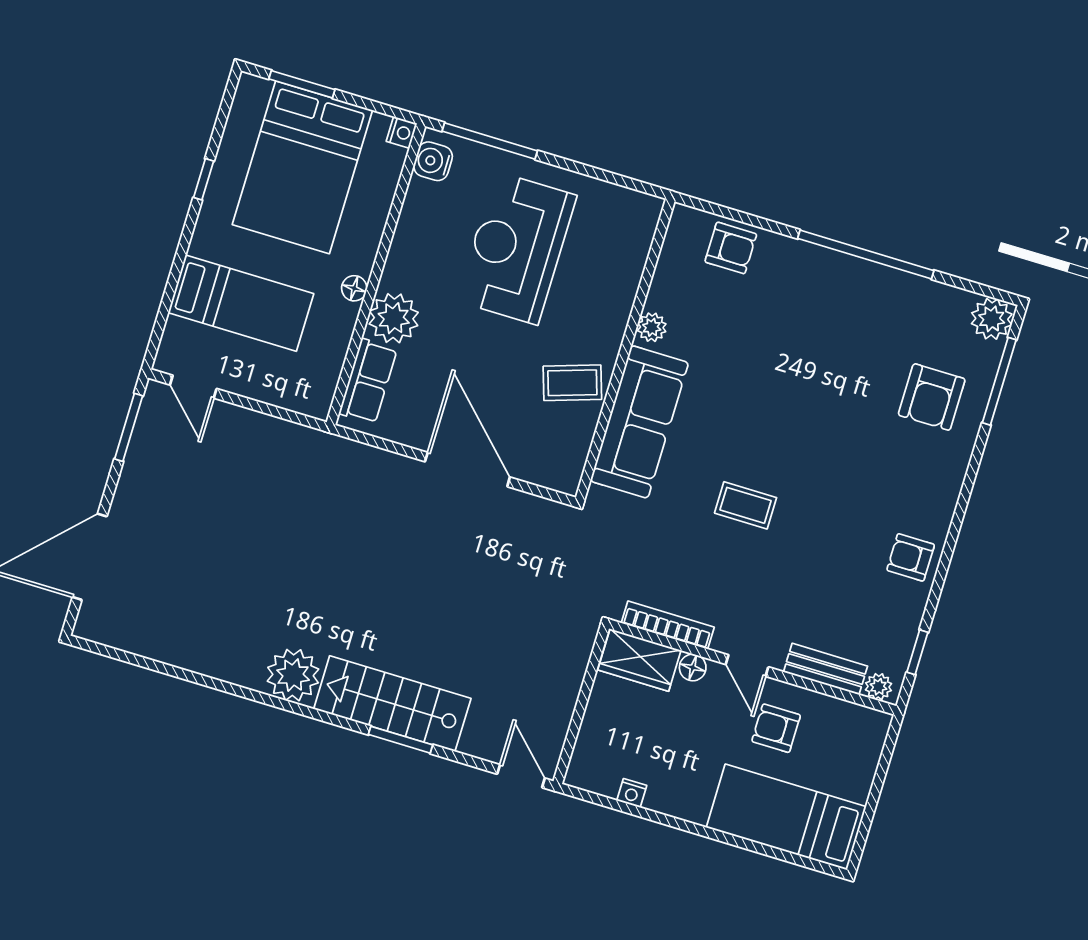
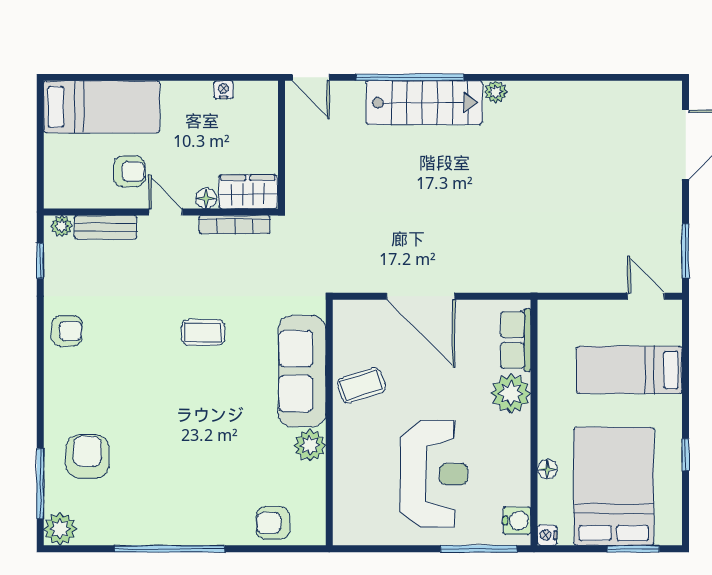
floor lamp: (354, 288) -> (547, 469), moved
plant: (652, 327) -> (310, 445), width x1.38, depth x1.38
plant: (293, 675) -> (496, 92), width x0.53, depth x0.53
window: (401, 740) -> (410, 77), width x2.11

